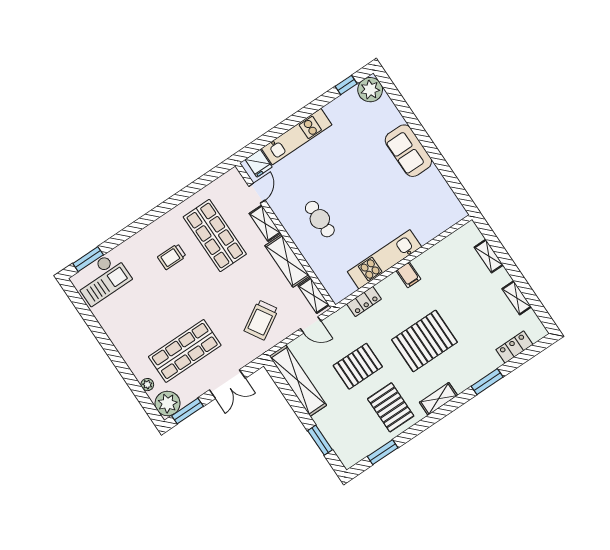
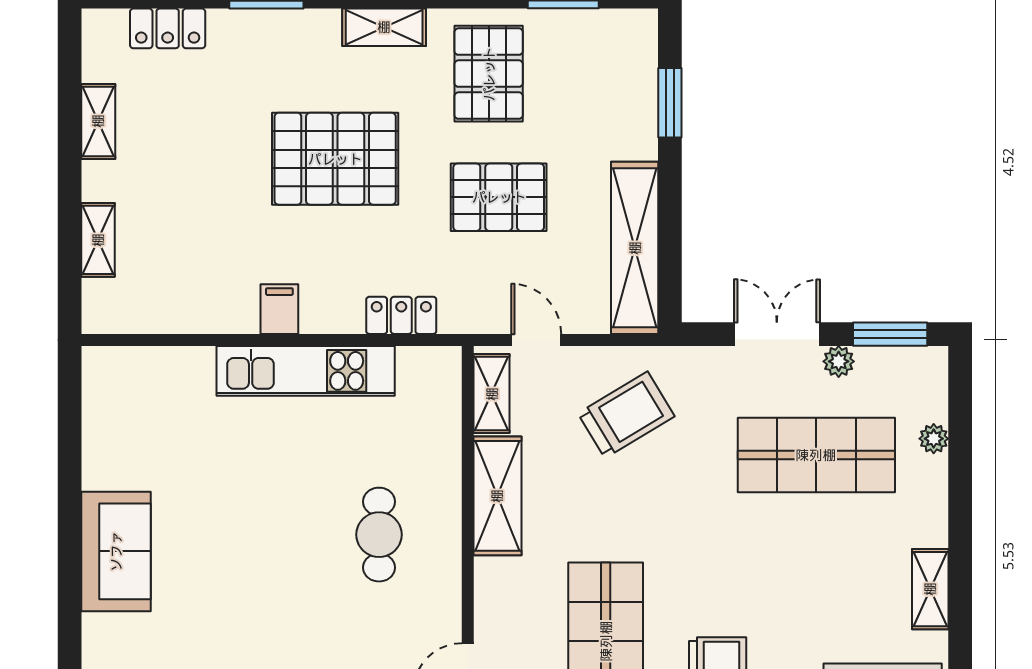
shelving: (265, 223) -> (930, 589), moved
plant: (168, 403) -> (839, 361), moved, width x0.53, depth x0.53

